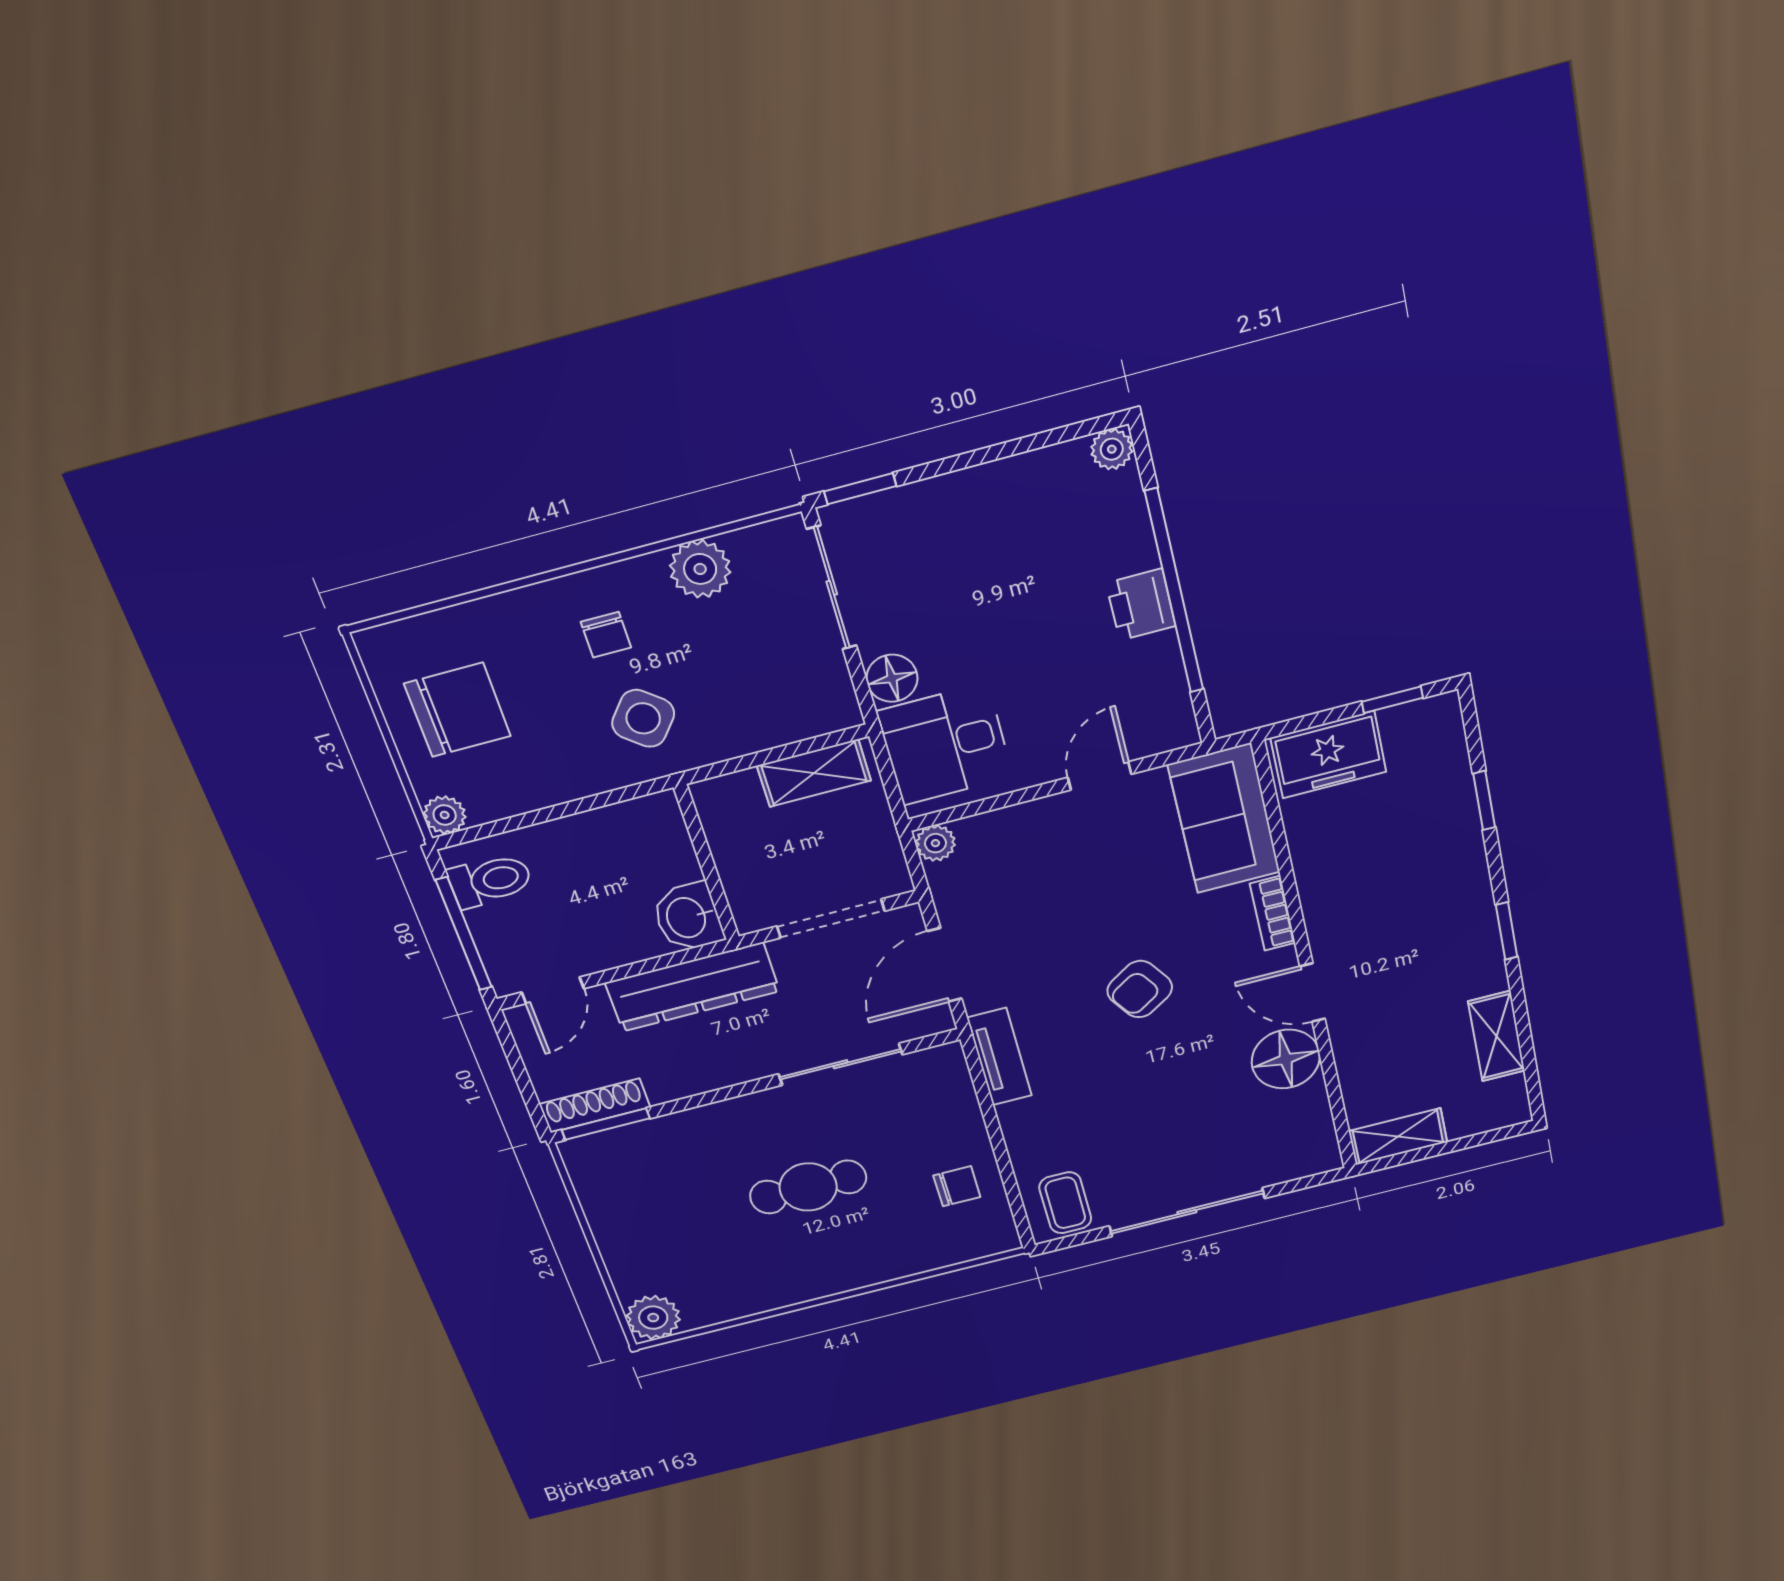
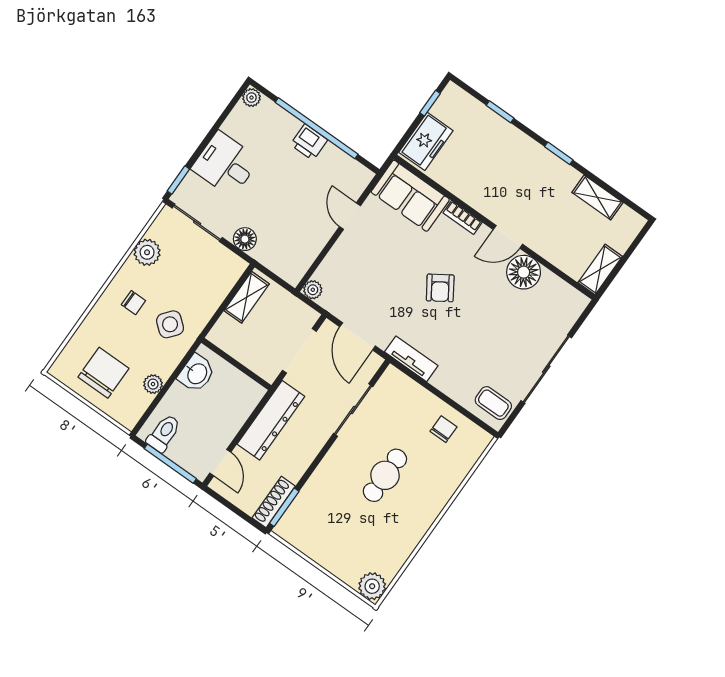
desk: (945, 744) -> (225, 164), moved, turned 90
plant: (445, 815) -> (153, 384), moved
washbasin: (688, 917) -> (197, 373), moved, turned -90

